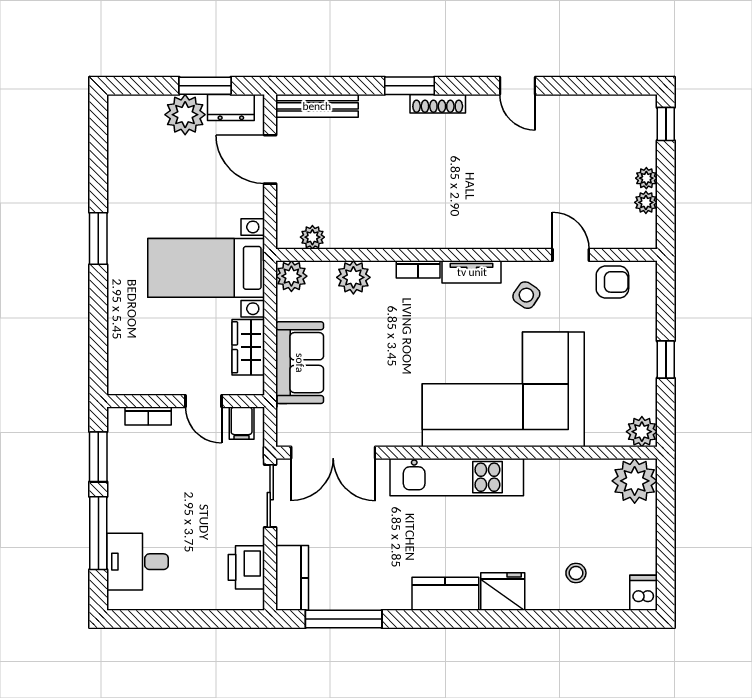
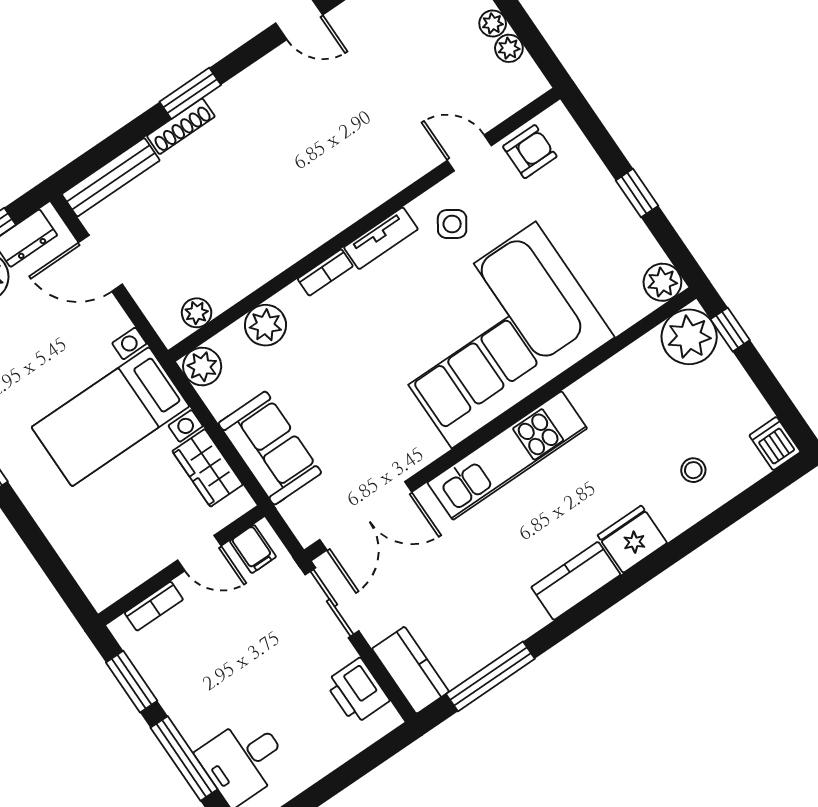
shoe rack: (438, 104) -> (181, 126), moved
window: (666, 495) -> (730, 330), added

